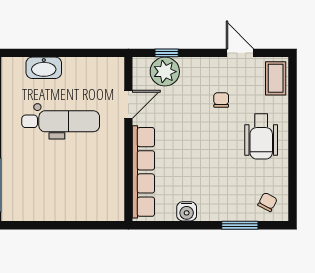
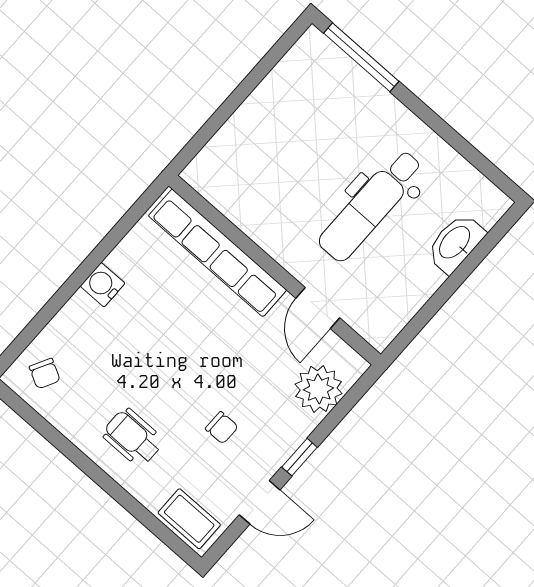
window: (167, 53) -> (299, 457), moved
wheelchair: (261, 136) -> (133, 437), width x0.73, depth x0.73
water cooler: (187, 211) -> (103, 285), moved
window: (240, 225) -> (46, 314), removed

